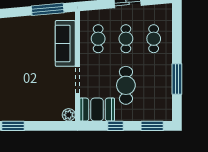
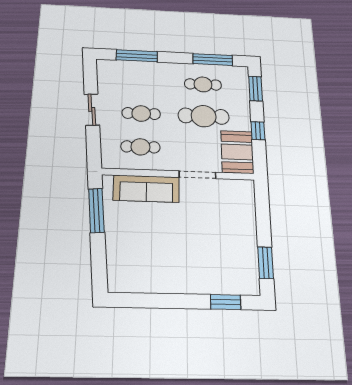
window: (177, 34) -> (137, 56), added
cafe table: (154, 39) -> (203, 84), moved
window: (177, 79) -> (213, 60), moved
plant: (69, 115) -> (246, 188), removed

